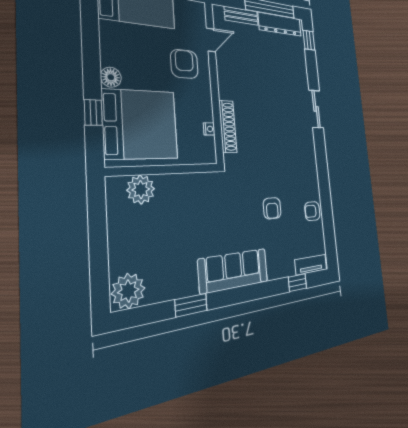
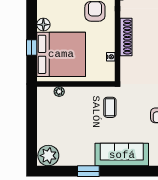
shoe rack: (228, 127) -> (126, 37), moved
plant: (141, 189) -> (59, 92), width x0.53, depth x0.53
coffee table: (213, 202) -> (110, 107), added

